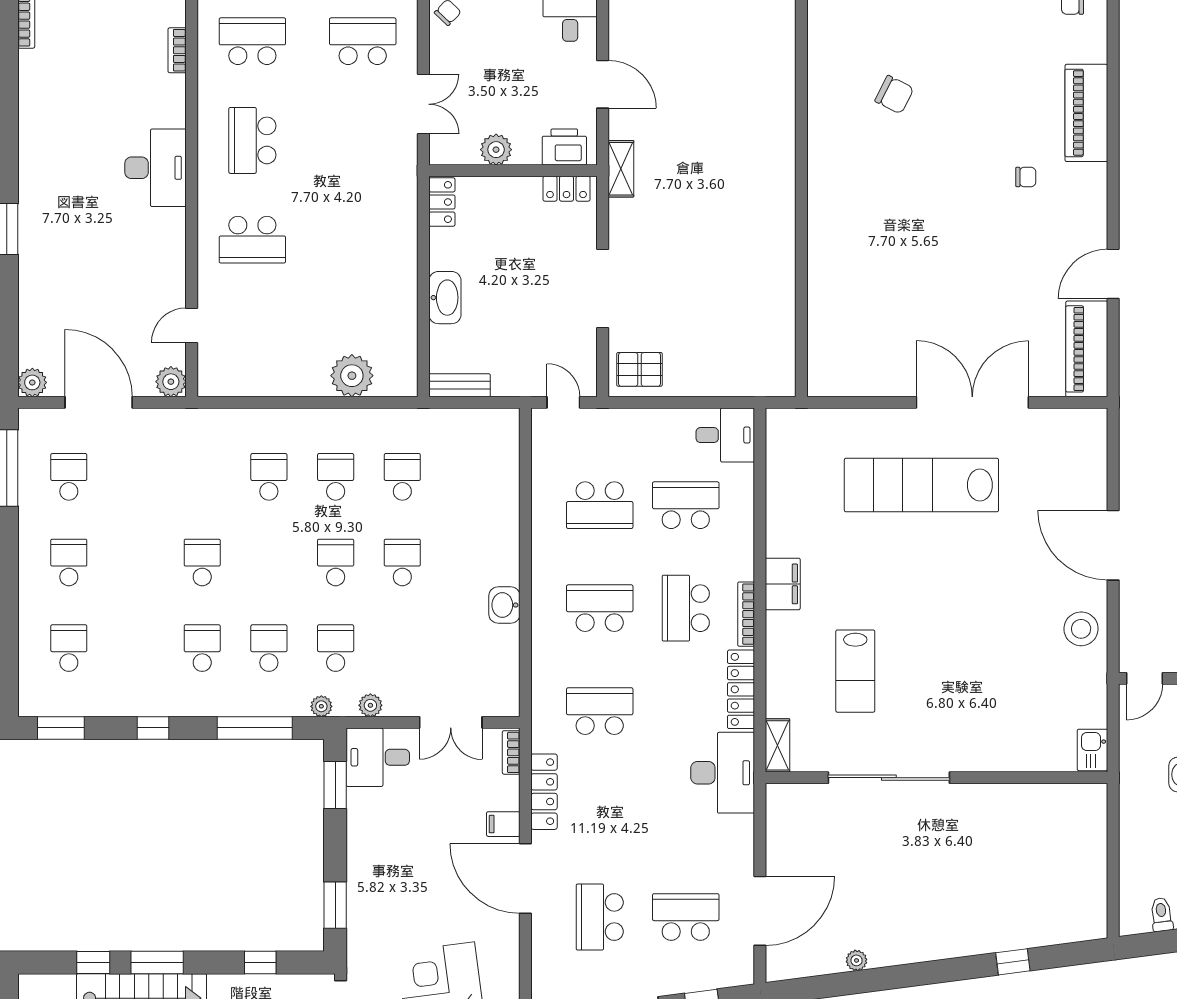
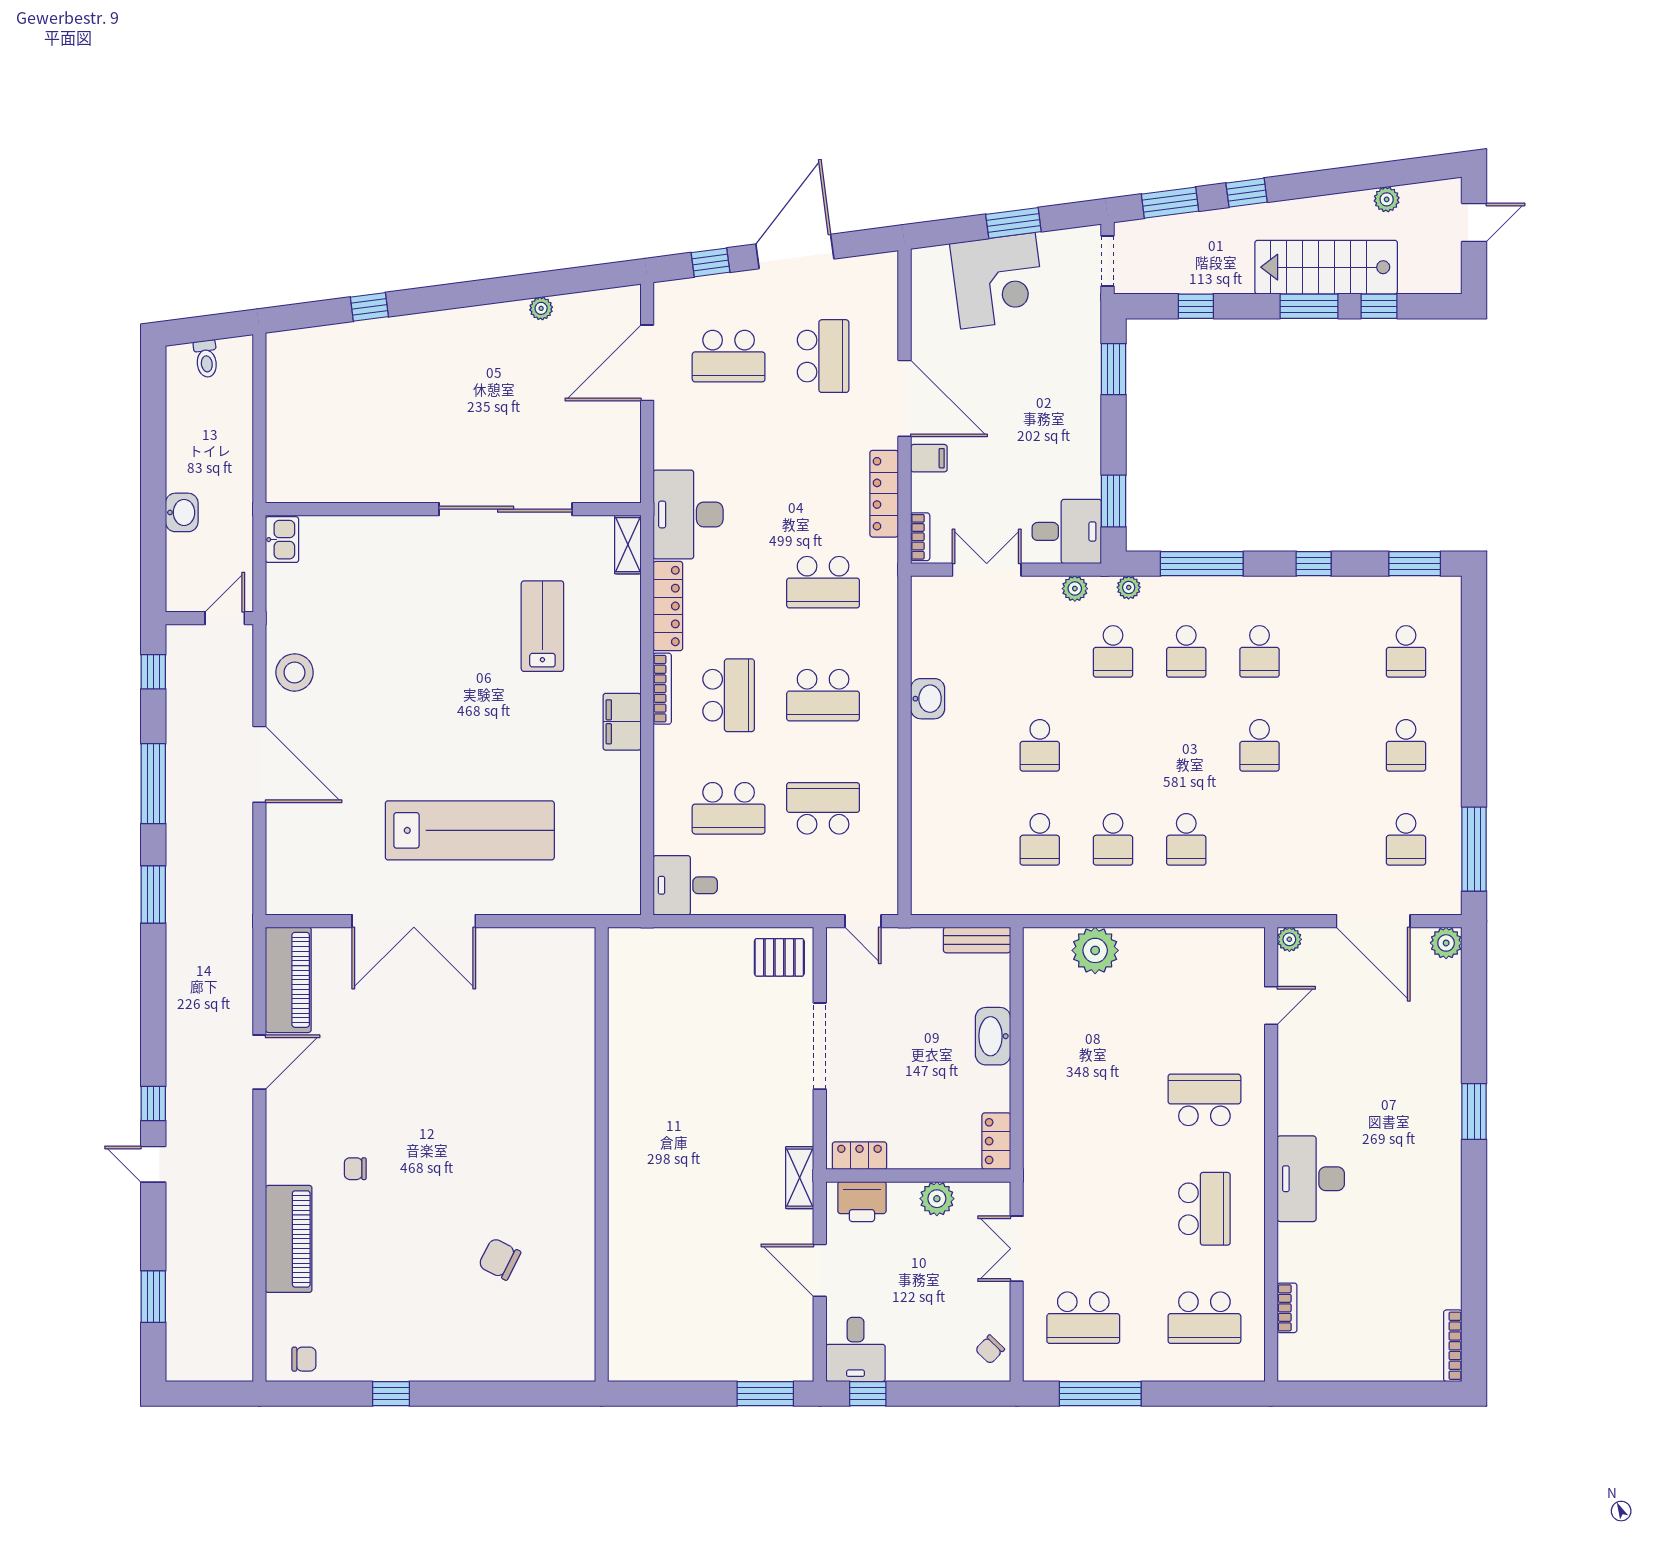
plant: (171, 382) -> (1289, 939), width x0.73, depth x0.73
school desk: (336, 562) -> (1113, 745), removed

